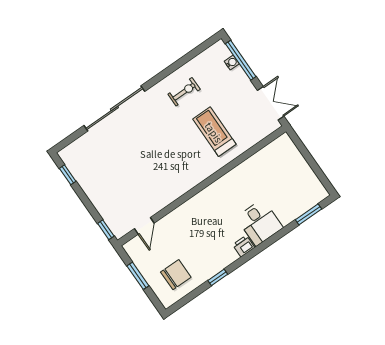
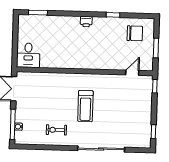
treadmill: (214, 132) -> (85, 106), moved
desk: (259, 223) -> (28, 55), moved, turned 180
chair: (176, 275) -> (135, 33), turned 180

